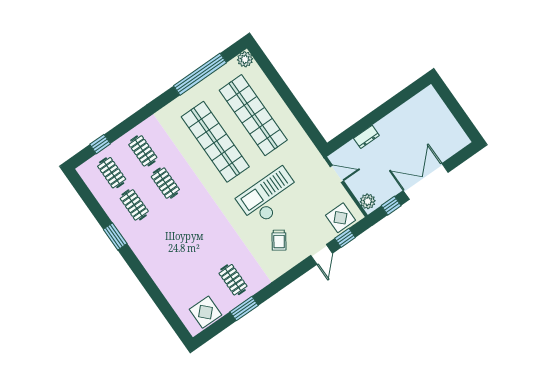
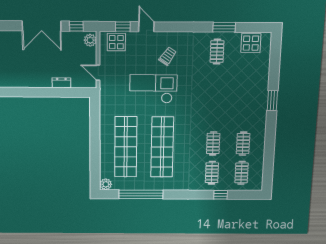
window: (100, 144) -> (221, 195), moved
checkout: (269, 197) -> (153, 89), turned 180
window: (115, 236) -> (272, 101), moved
door: (322, 254) -> (146, 27), hinge flipped

